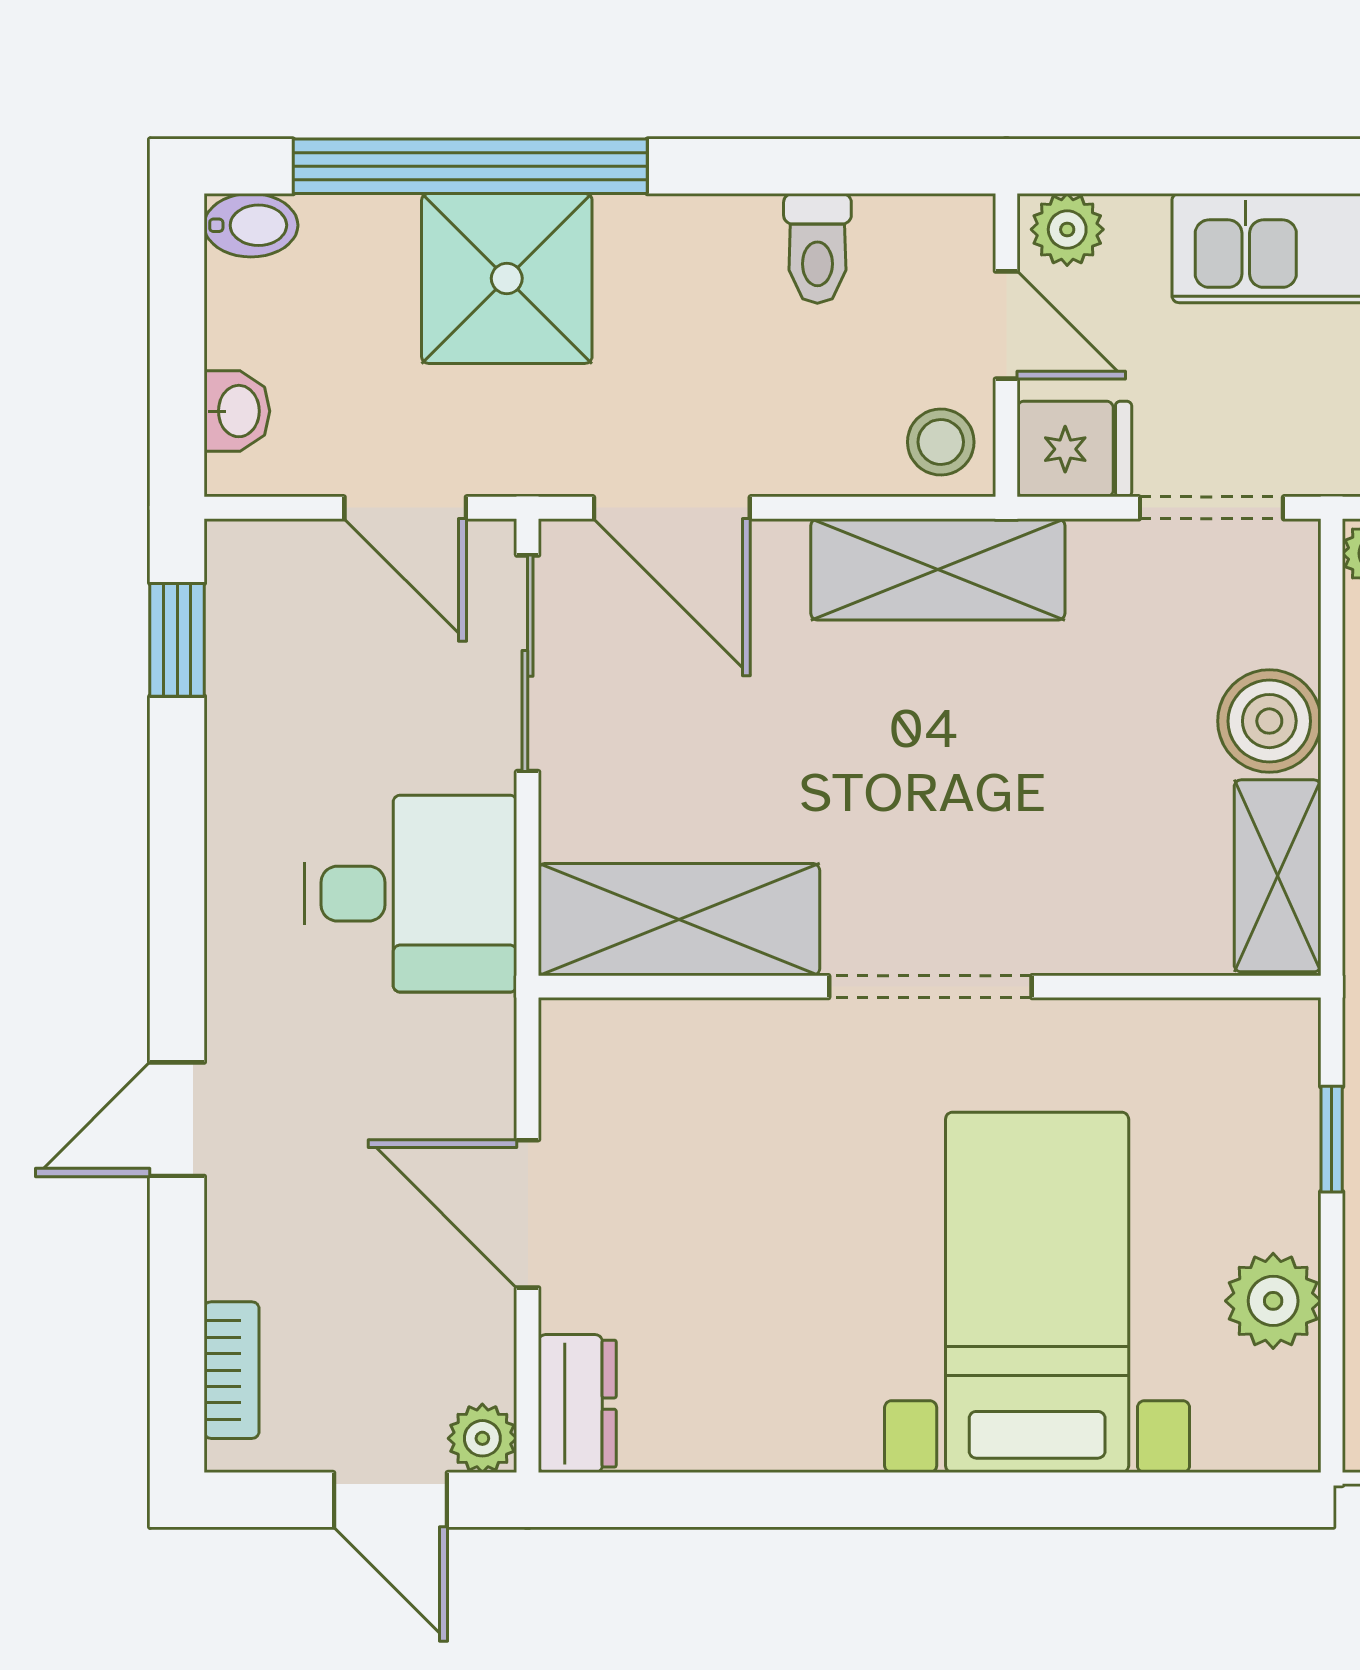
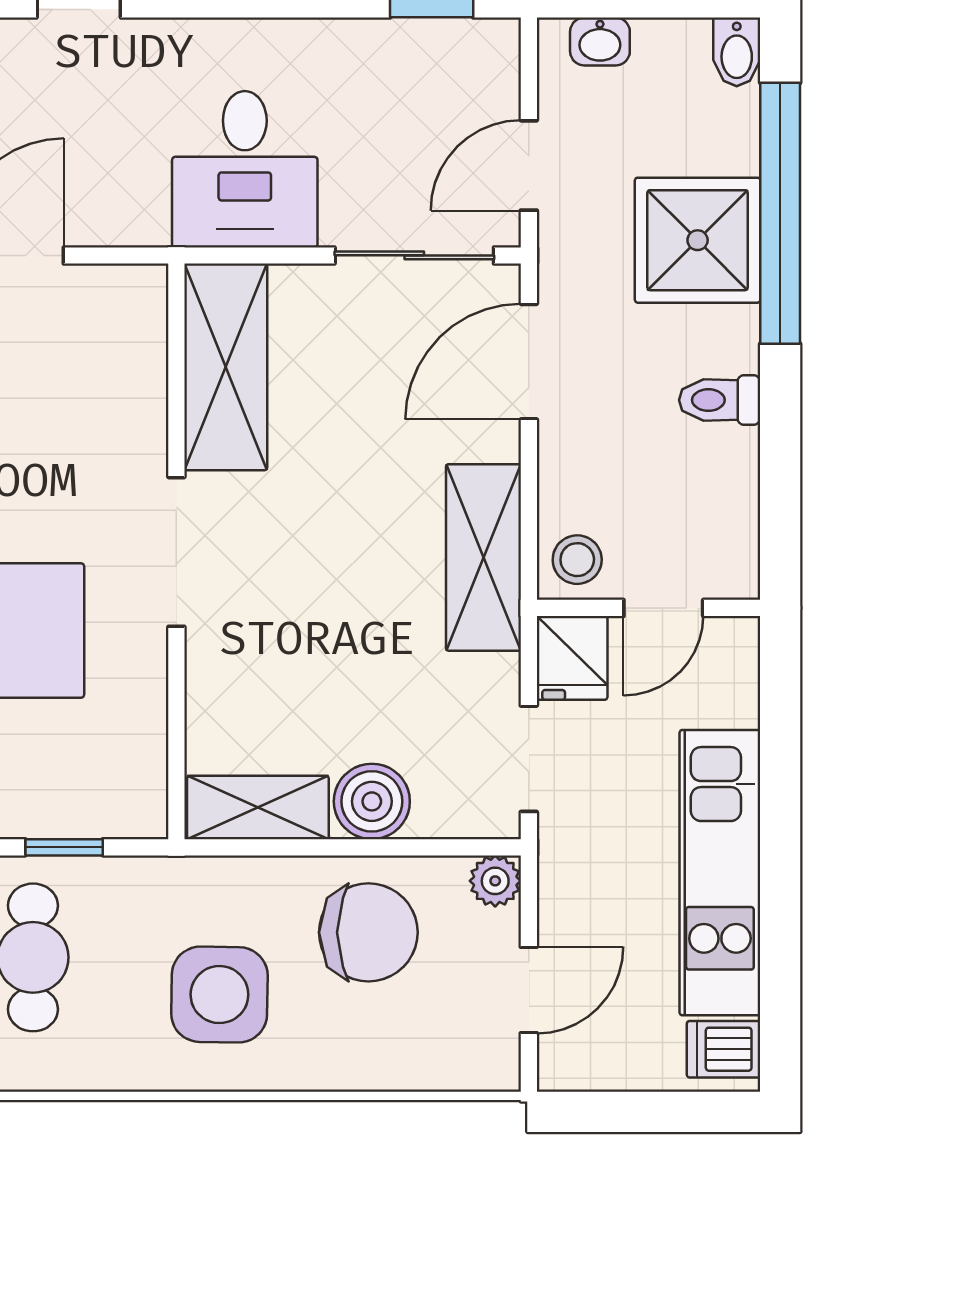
plant: (1067, 229) -> (734, 653), removed
toilet: (817, 248) -> (720, 400), moved

